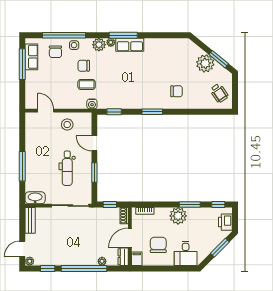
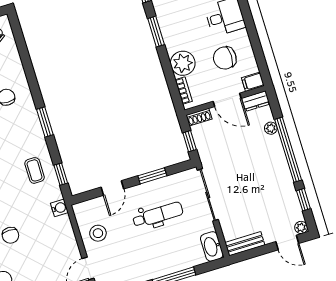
coffee table: (87, 84) -> (35, 170), moved
plant: (178, 216) -> (183, 63), moved

